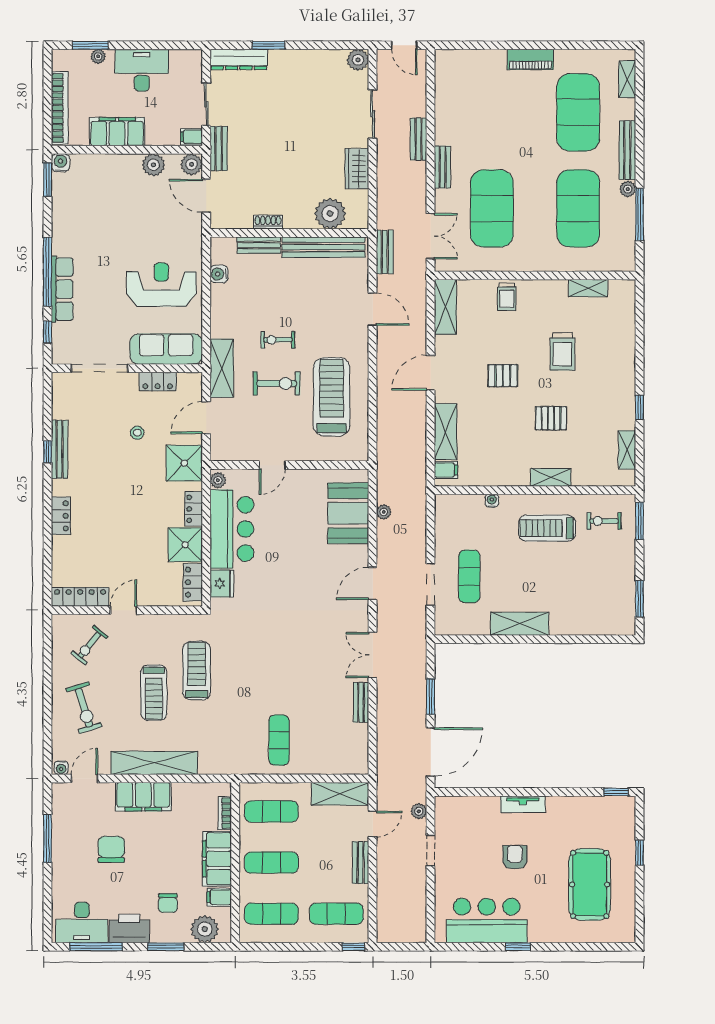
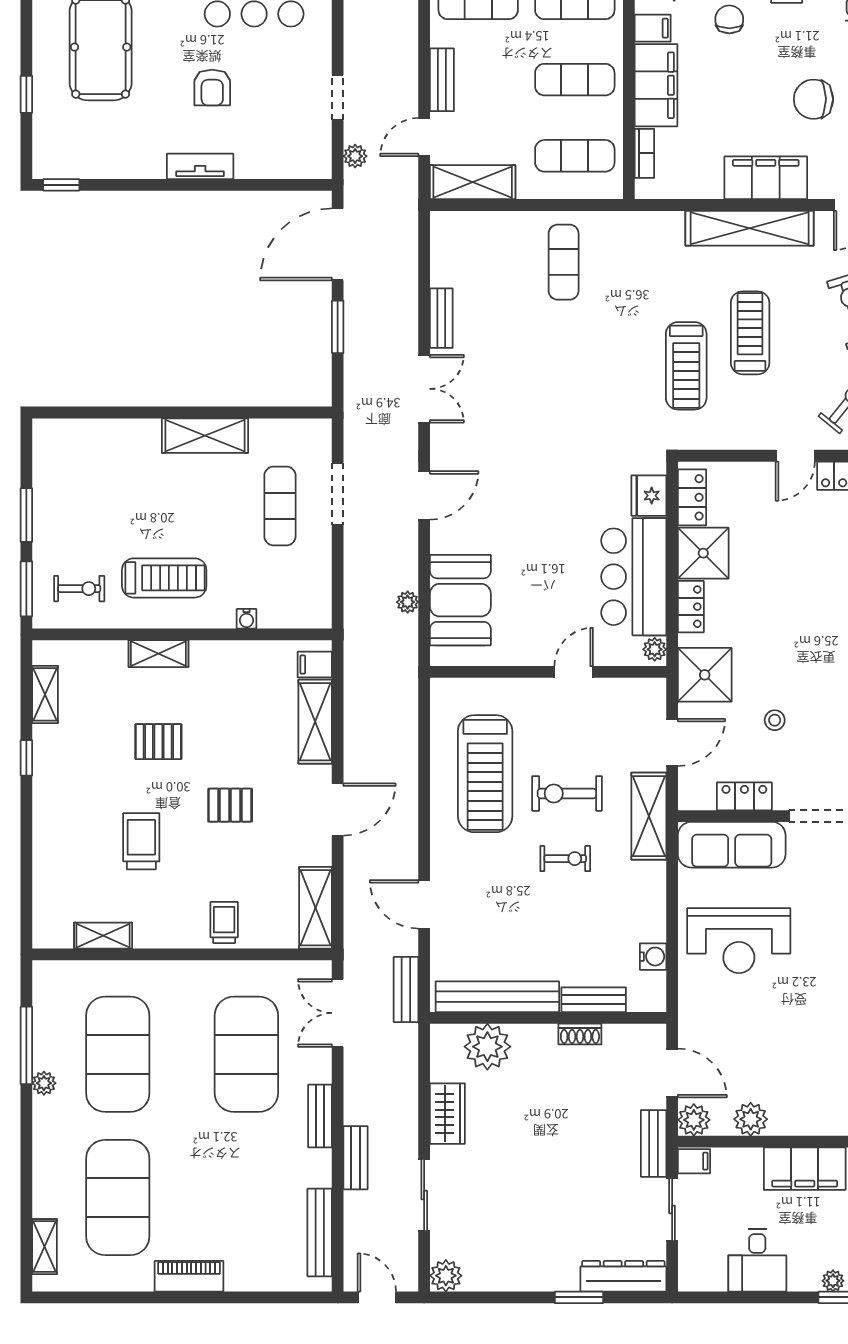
desk: (142, 70) -> (757, 1260), width x0.73
bench: (627, 150) -> (320, 1232), moved
window: (639, 599) -> (26, 515), moved
chair: (111, 849) -> (813, 99), turned 90

